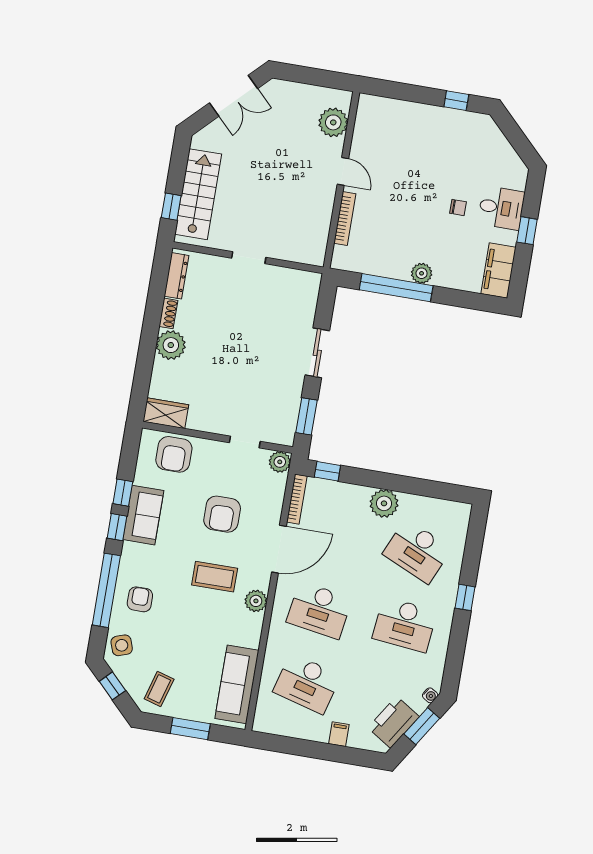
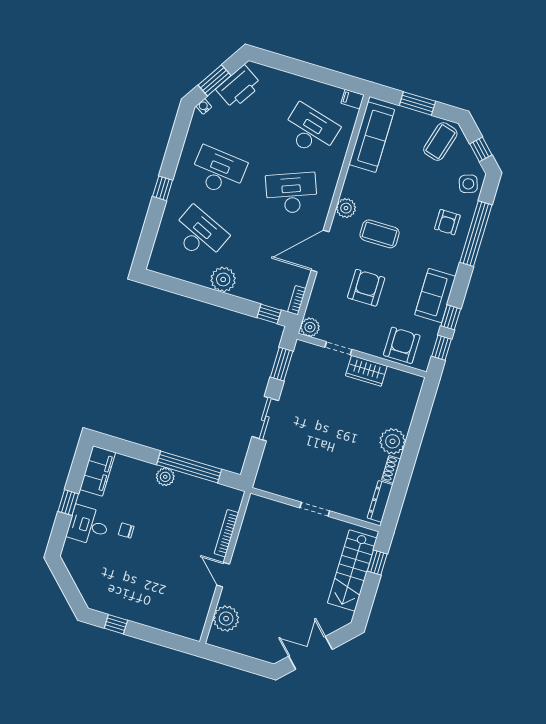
wardrobe: (166, 413) -> (366, 371), moved
bookcase: (297, 499) -> (297, 300), width x0.64
window: (117, 527) -> (442, 348), moved
desk: (319, 610) -> (292, 193), turned -30
coffee table: (159, 689) -> (440, 142), width x1.36, depth x1.30
filing cabinet: (339, 734) -> (353, 99), moved, turned 90

